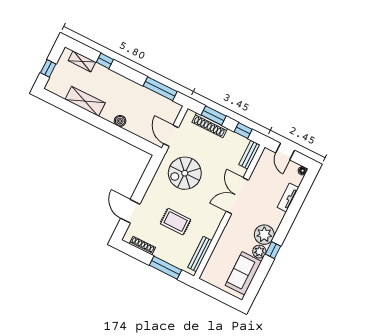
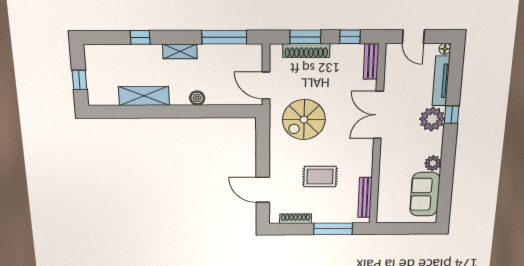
shelving: (82, 61) -> (180, 51), moved
tv unit: (288, 197) -> (441, 81), width x1.41
plant: (264, 235) -> (432, 119), moved
window: (273, 250) -> (452, 115), moved

